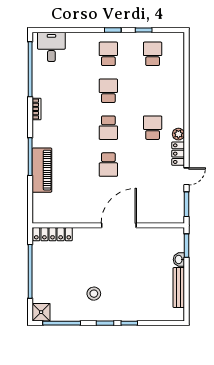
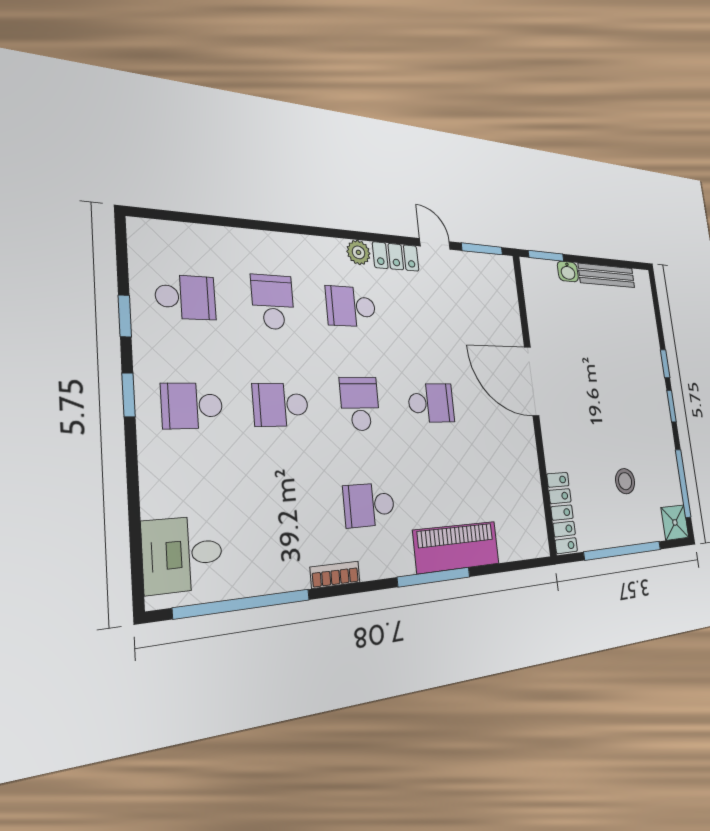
school desk: (153, 54) -> (186, 297), turned 180
school desk: (153, 91) -> (273, 302), added
school desk: (64, 128) -> (369, 505), added
school desk: (108, 128) -> (360, 404), turned -90
stool: (94, 294) -> (625, 481), moved

